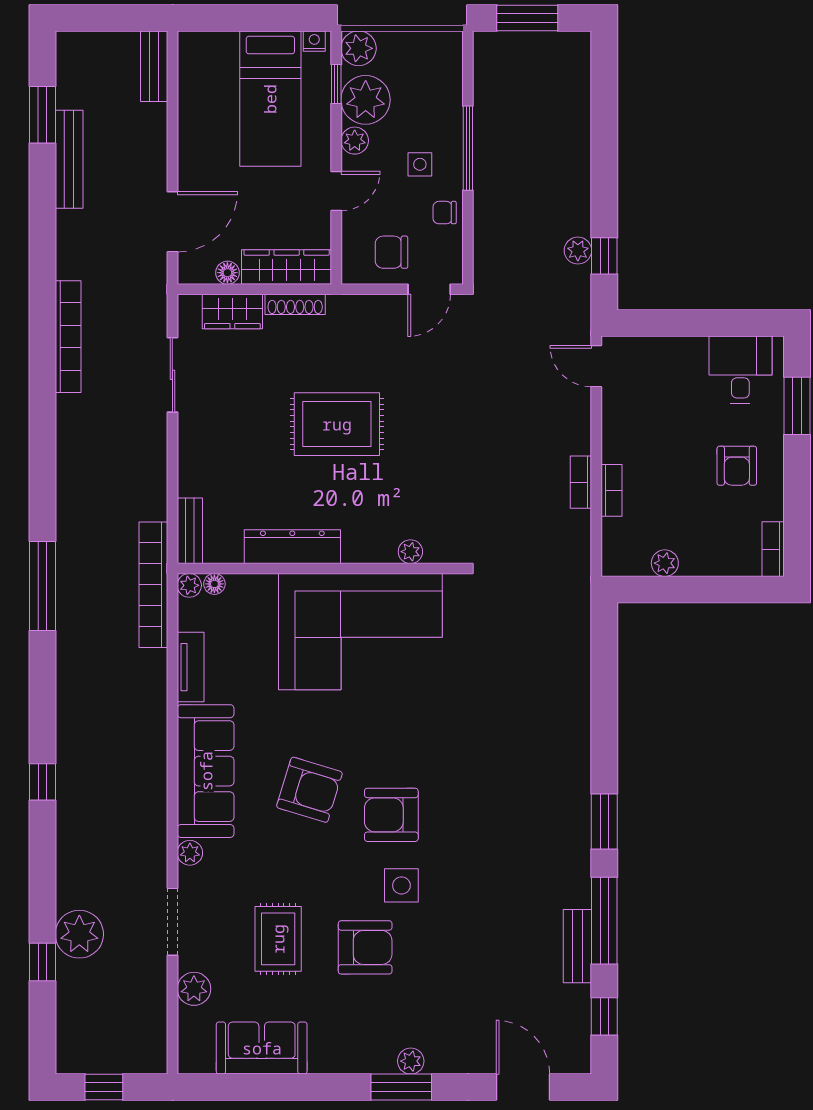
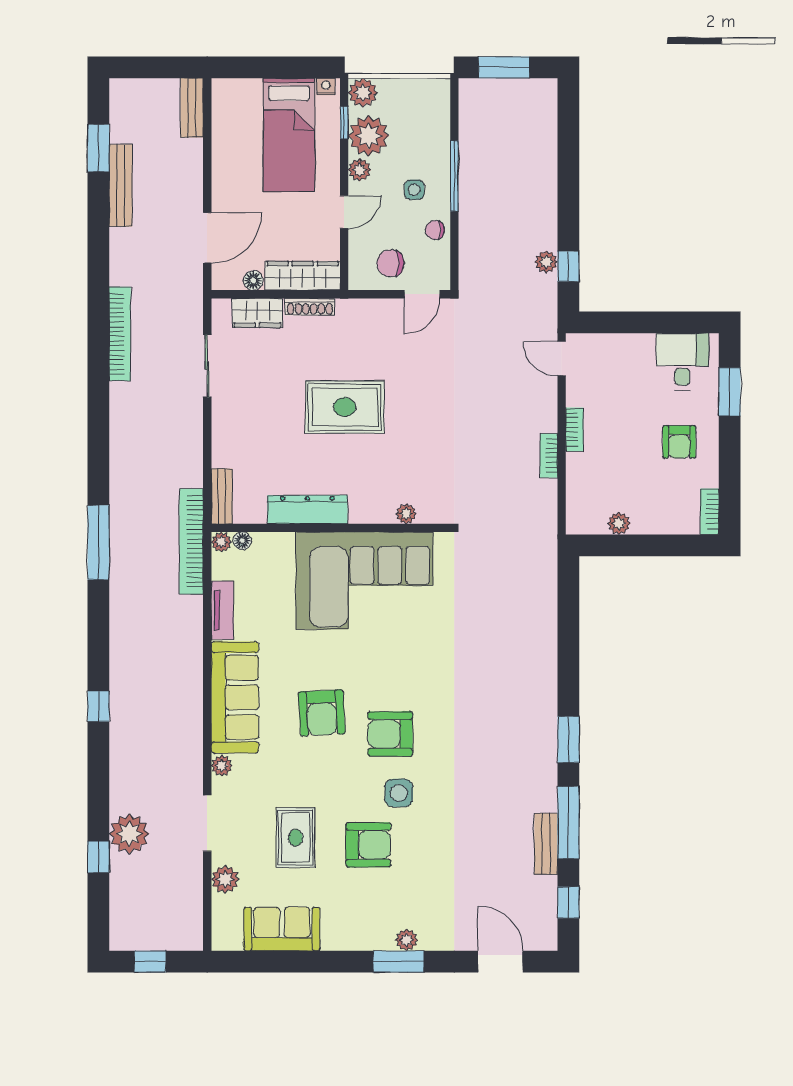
bookcase: (612, 490) -> (574, 429), moved
armchair: (309, 790) -> (322, 713), turned 70

